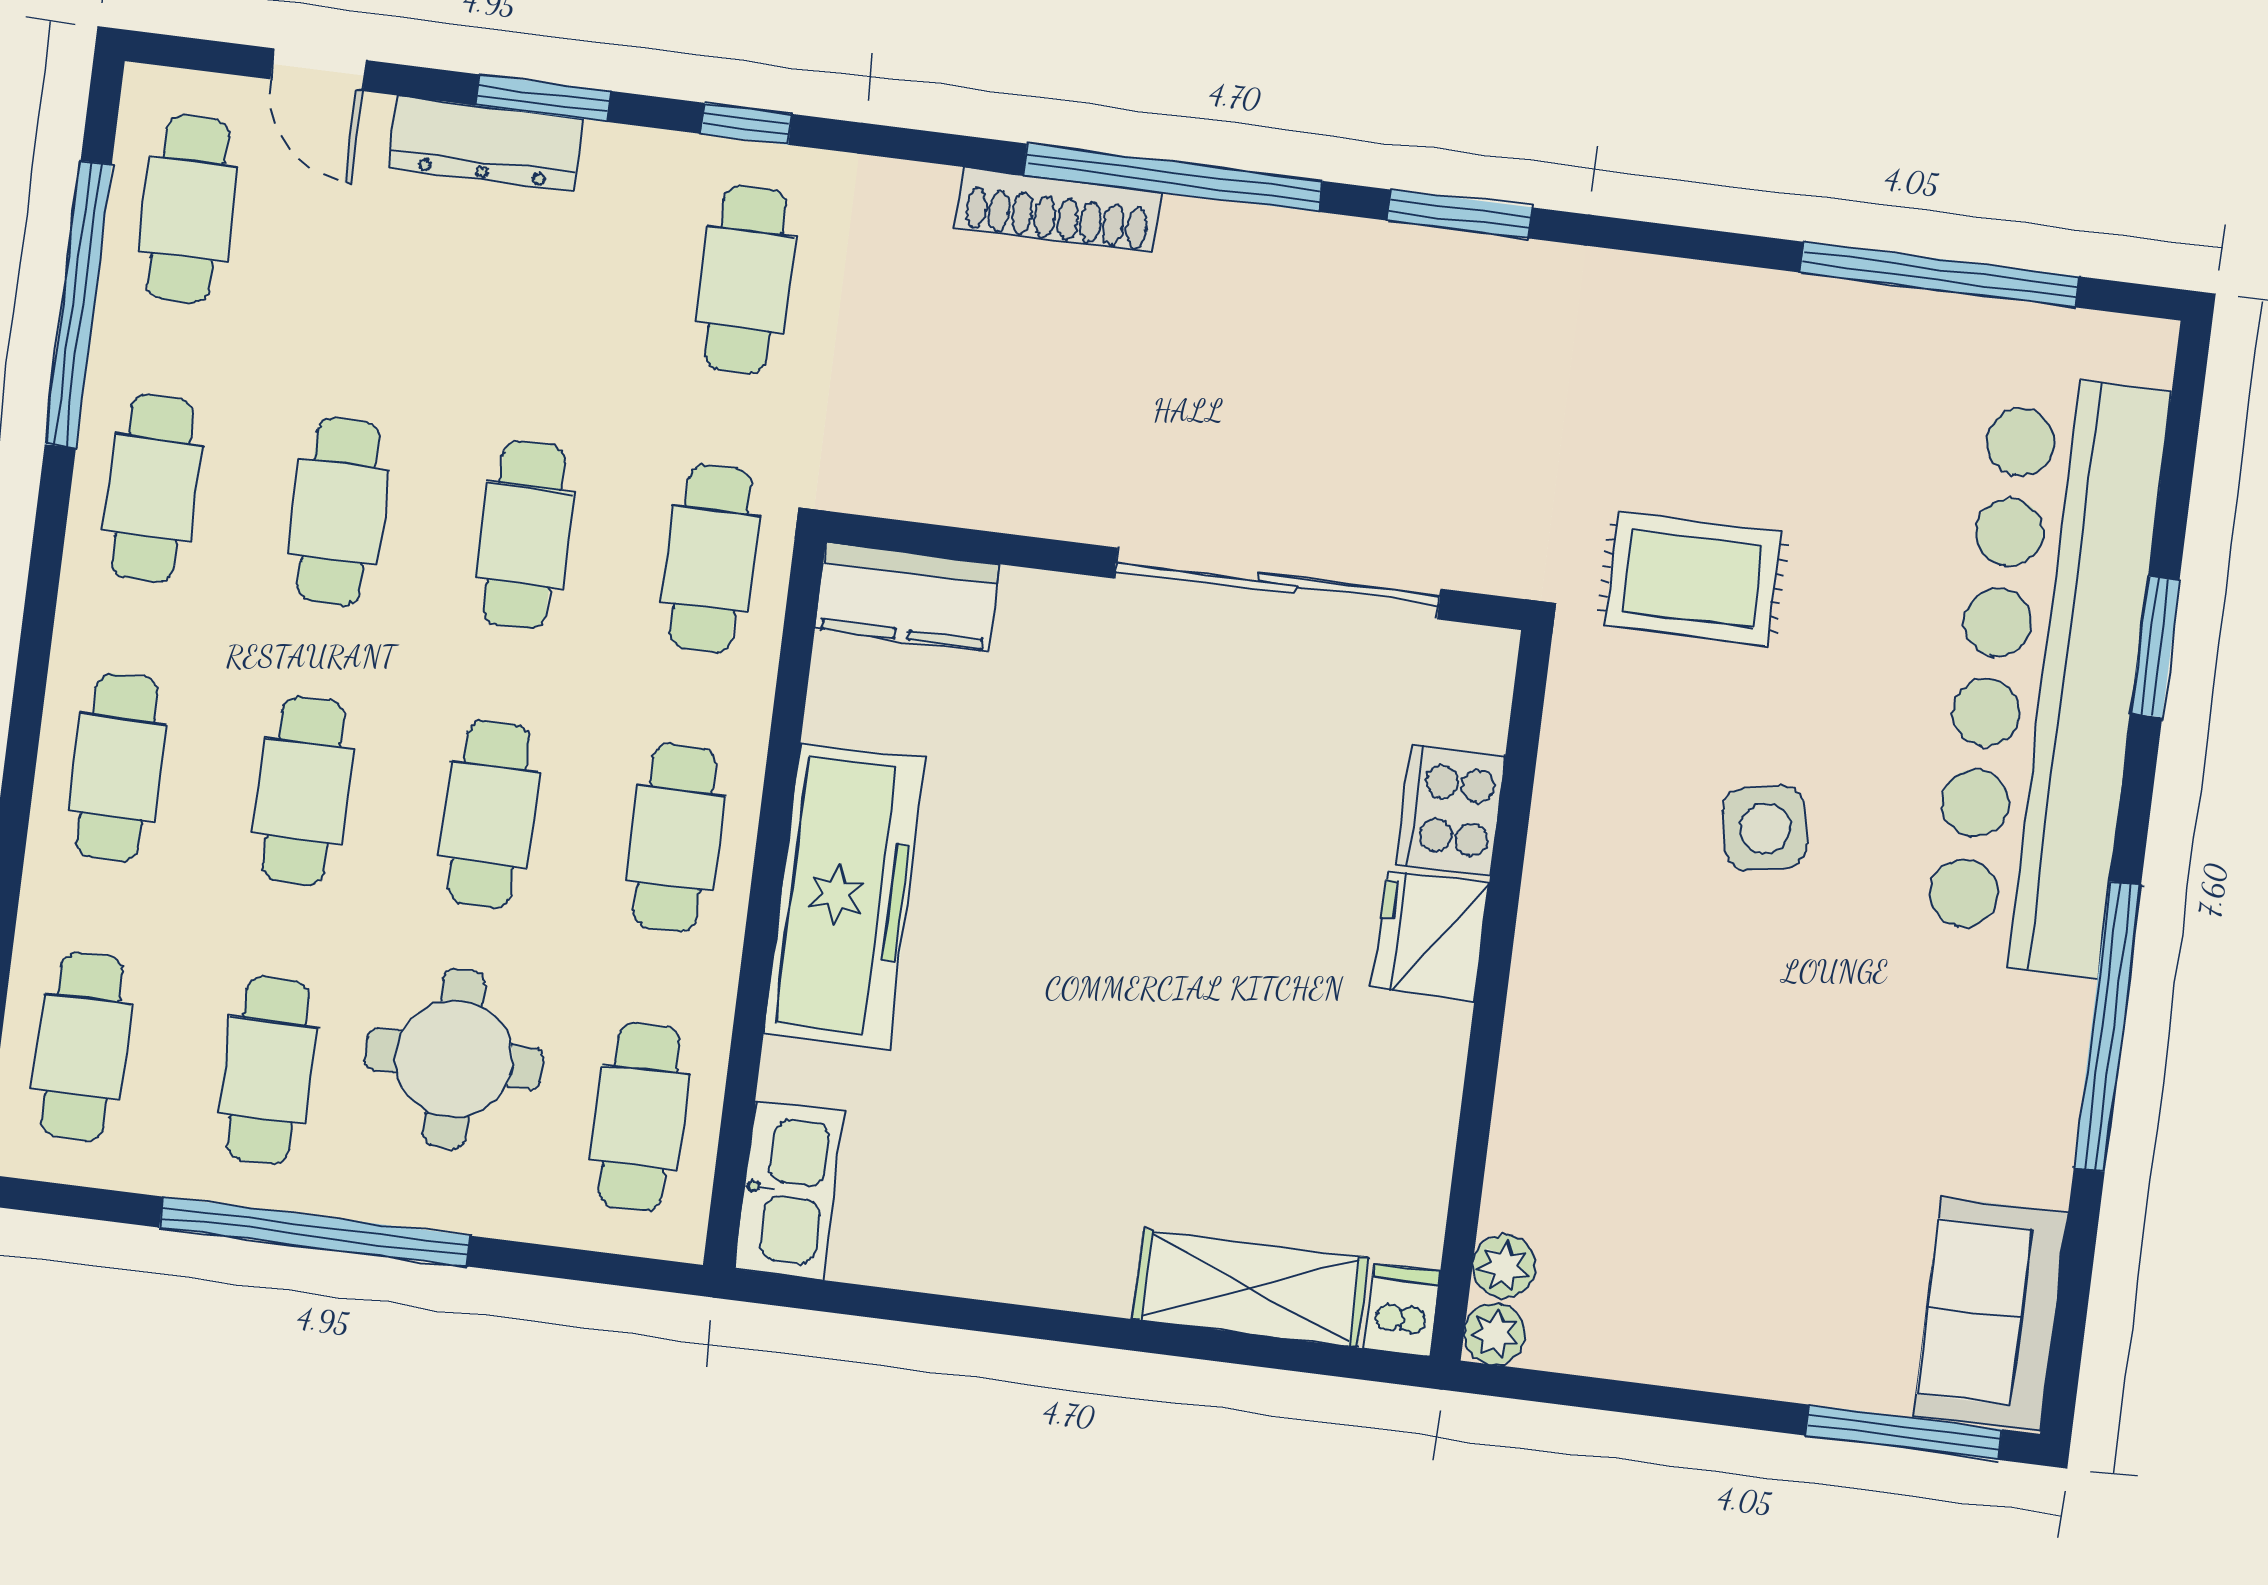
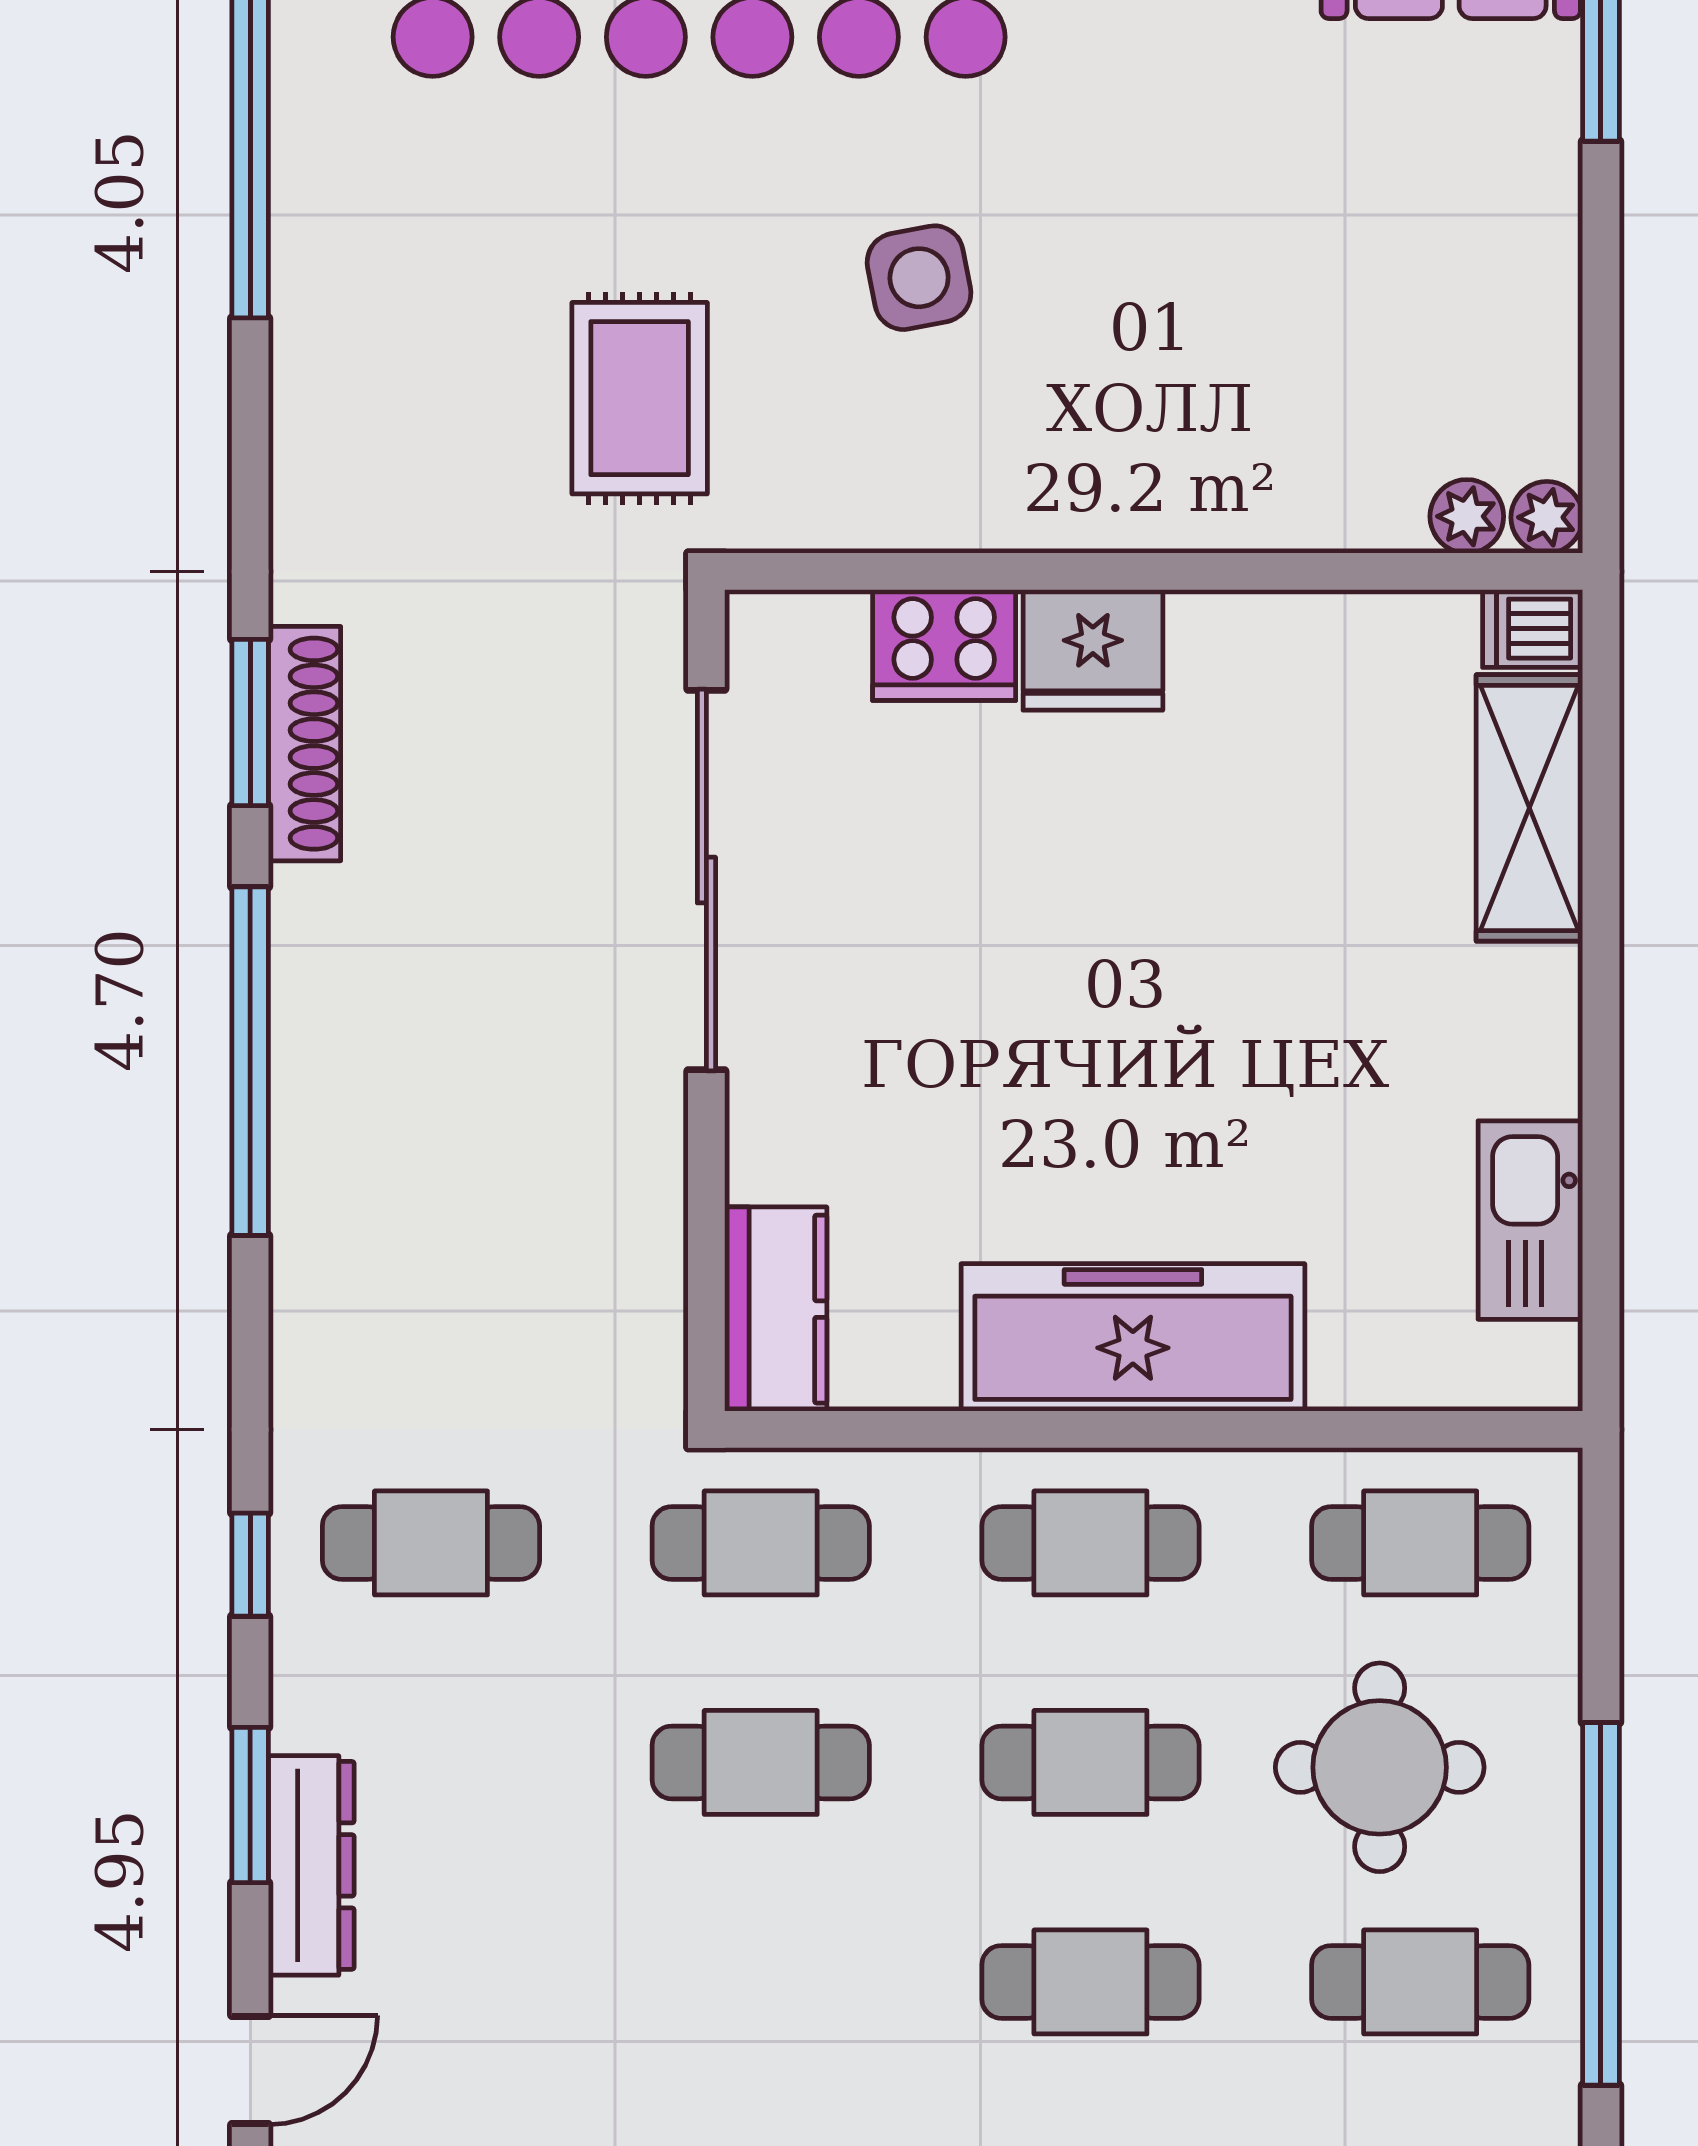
shoe rack: (1057, 210) -> (304, 744), moved
cafe table: (338, 512) -> (761, 1982), removed
kitchen sink: (789, 1190) -> (1530, 1220), moved, turned -90

